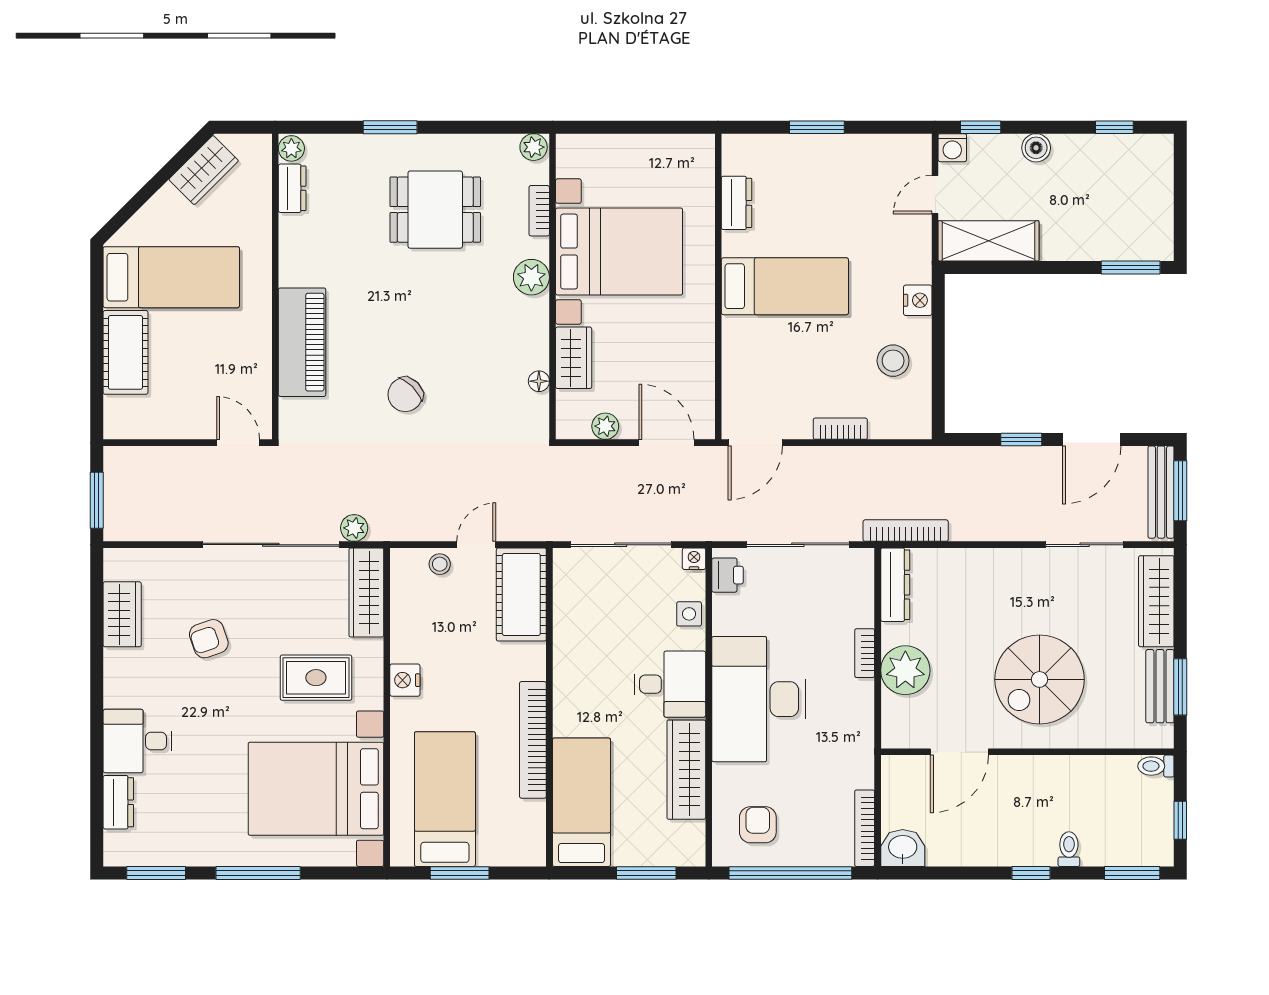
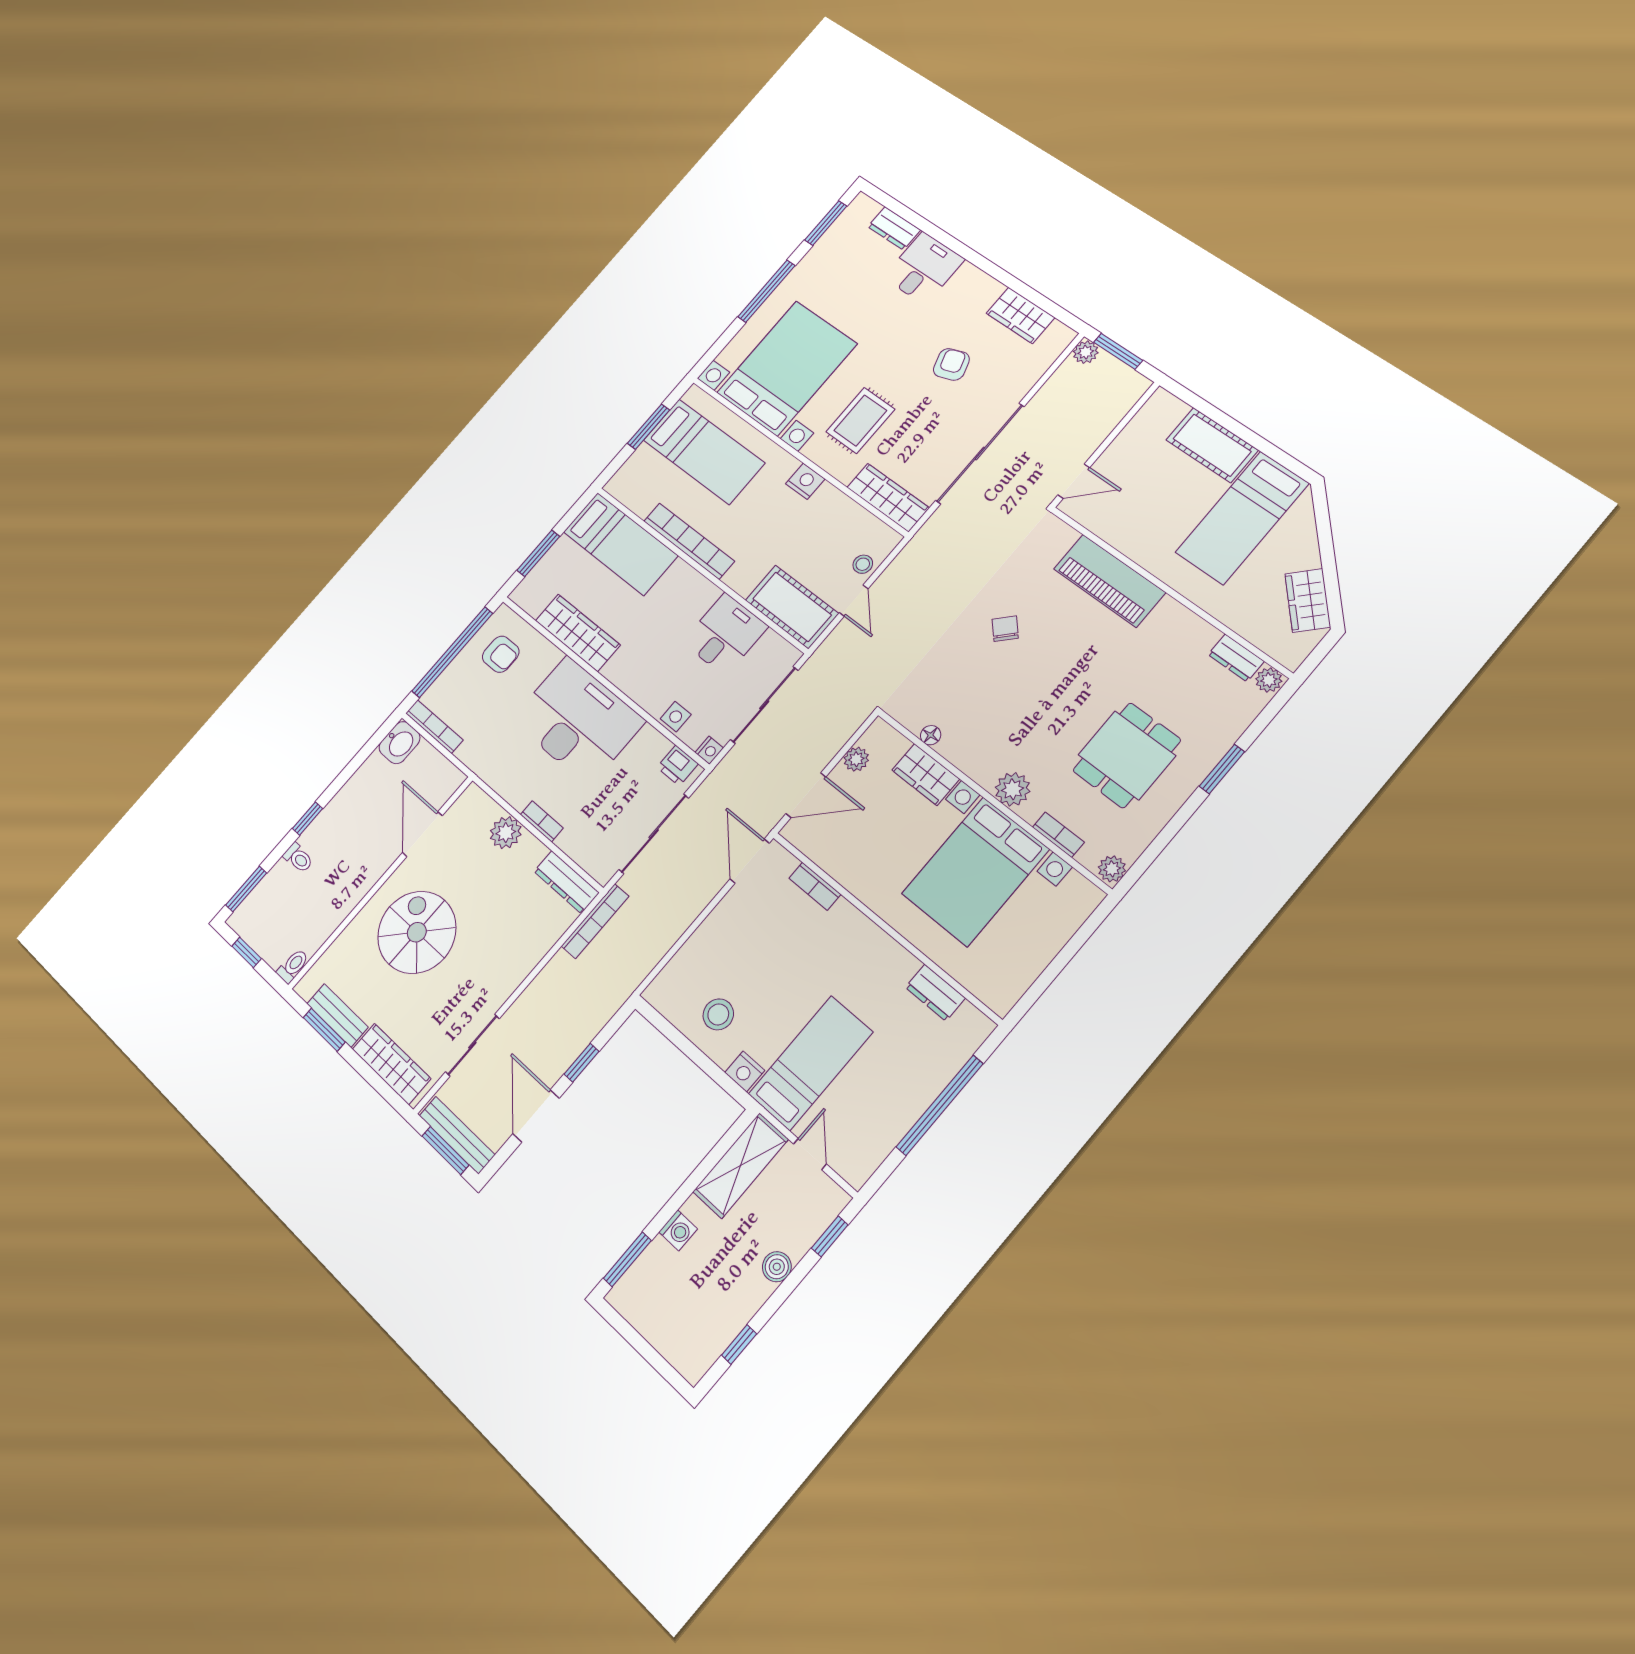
window: (817, 127) -> (940, 1105), width x2.11
washing machine: (952, 148) -> (678, 1230), moved, turned 180
bed: (785, 286) -> (811, 1063), moved, turned 180
chair: (405, 395) -> (1005, 629), width x0.73, depth x0.73
bookcase: (840, 429) -> (815, 886), moved, turned 90
plant: (354, 528) -> (1086, 352), moved
plant: (905, 670) -> (506, 833), width x0.73, depth x0.73
desk: (670, 684) -> (725, 634), moved, turned 180

